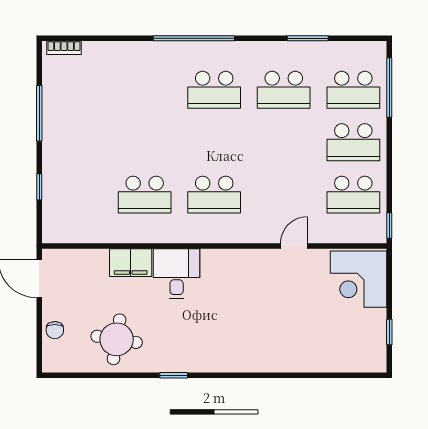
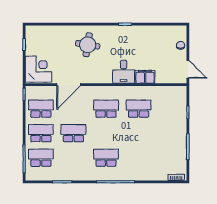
school desk: (284, 90) -> (73, 133), moved
door: (294, 246) -> (69, 85), width x1.88
round table: (117, 339) -> (88, 45), moved

